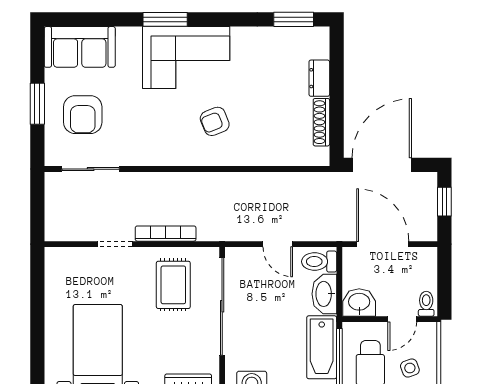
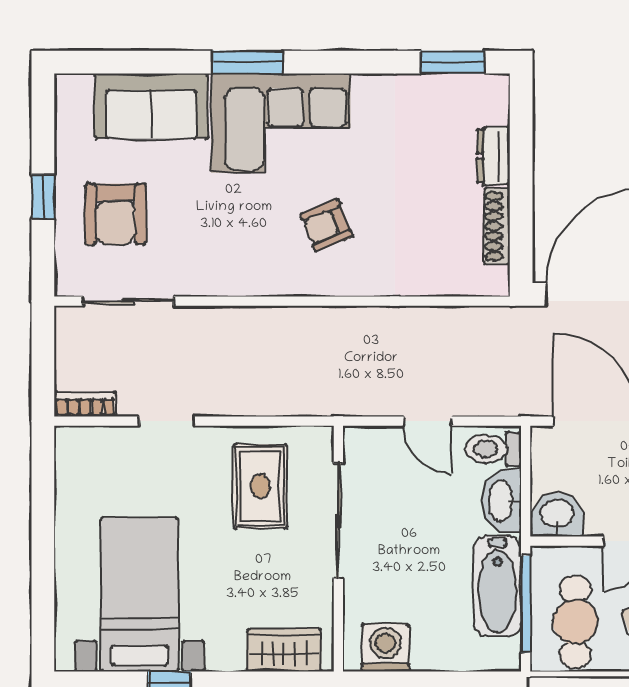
sofa: (80, 47) -> (152, 106), moved
window: (37, 104) -> (43, 197), width x0.67
bookcase: (166, 234) -> (85, 404), moved, width x0.64
sliding door: (222, 306) -> (338, 521), width x0.73

